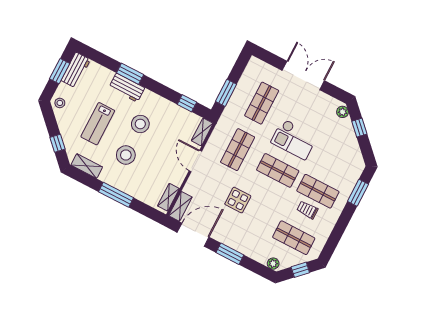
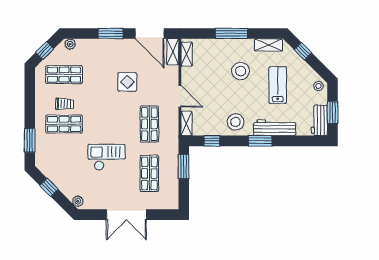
window: (130, 74) -> (260, 141), moved
workbench: (127, 88) -> (275, 128), width x1.38
stool: (140, 124) -> (236, 122), moved
window: (359, 128) -> (49, 187), moved
shop shelf: (278, 170) -> (107, 124), removed
door: (193, 235) -> (150, 33), hinge flipped

